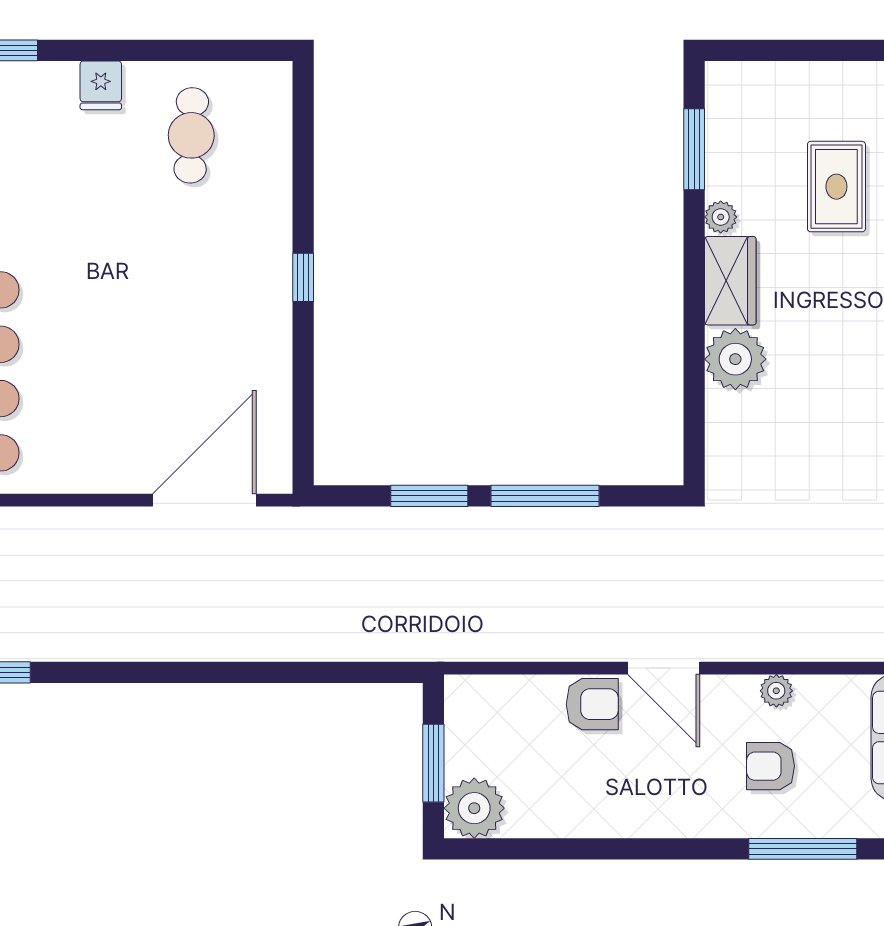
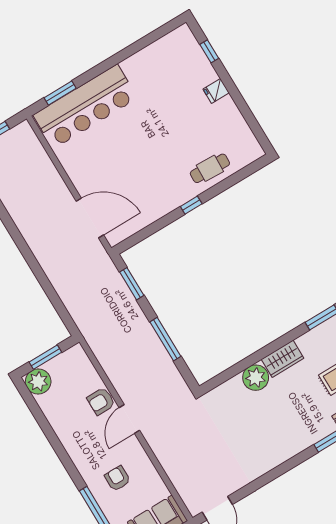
cafe table: (191, 135) -> (210, 168), moved
plant: (721, 217) -> (303, 342), removed
window: (429, 496) -> (132, 284), moved
plant: (776, 691) -> (146, 464), removed
armchair: (592, 704) -> (101, 401), turned 90

